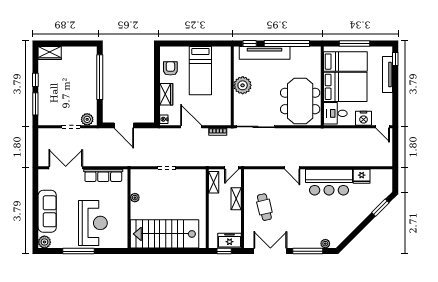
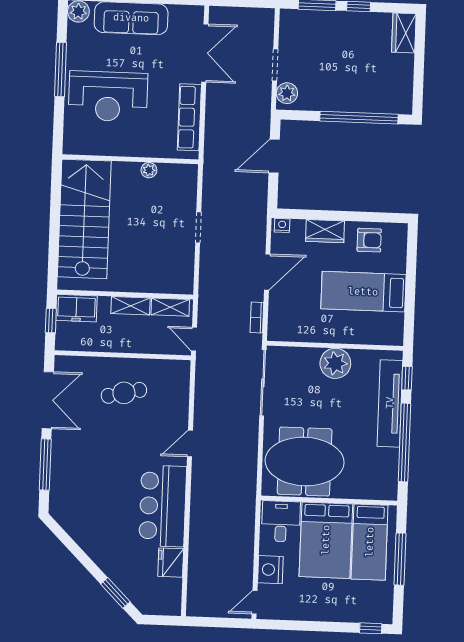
tv unit: (388, 75) -> (344, 614), removed
shelving: (236, 199) -> (131, 306), moved
freezer: (230, 241) -> (76, 308), moved, turned 90
plant: (325, 244) -> (57, 495), removed

